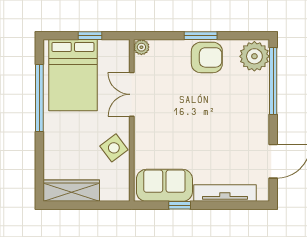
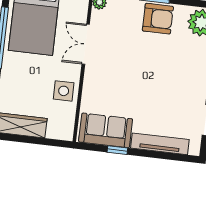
side table: (114, 148) -> (64, 91), turned 37

